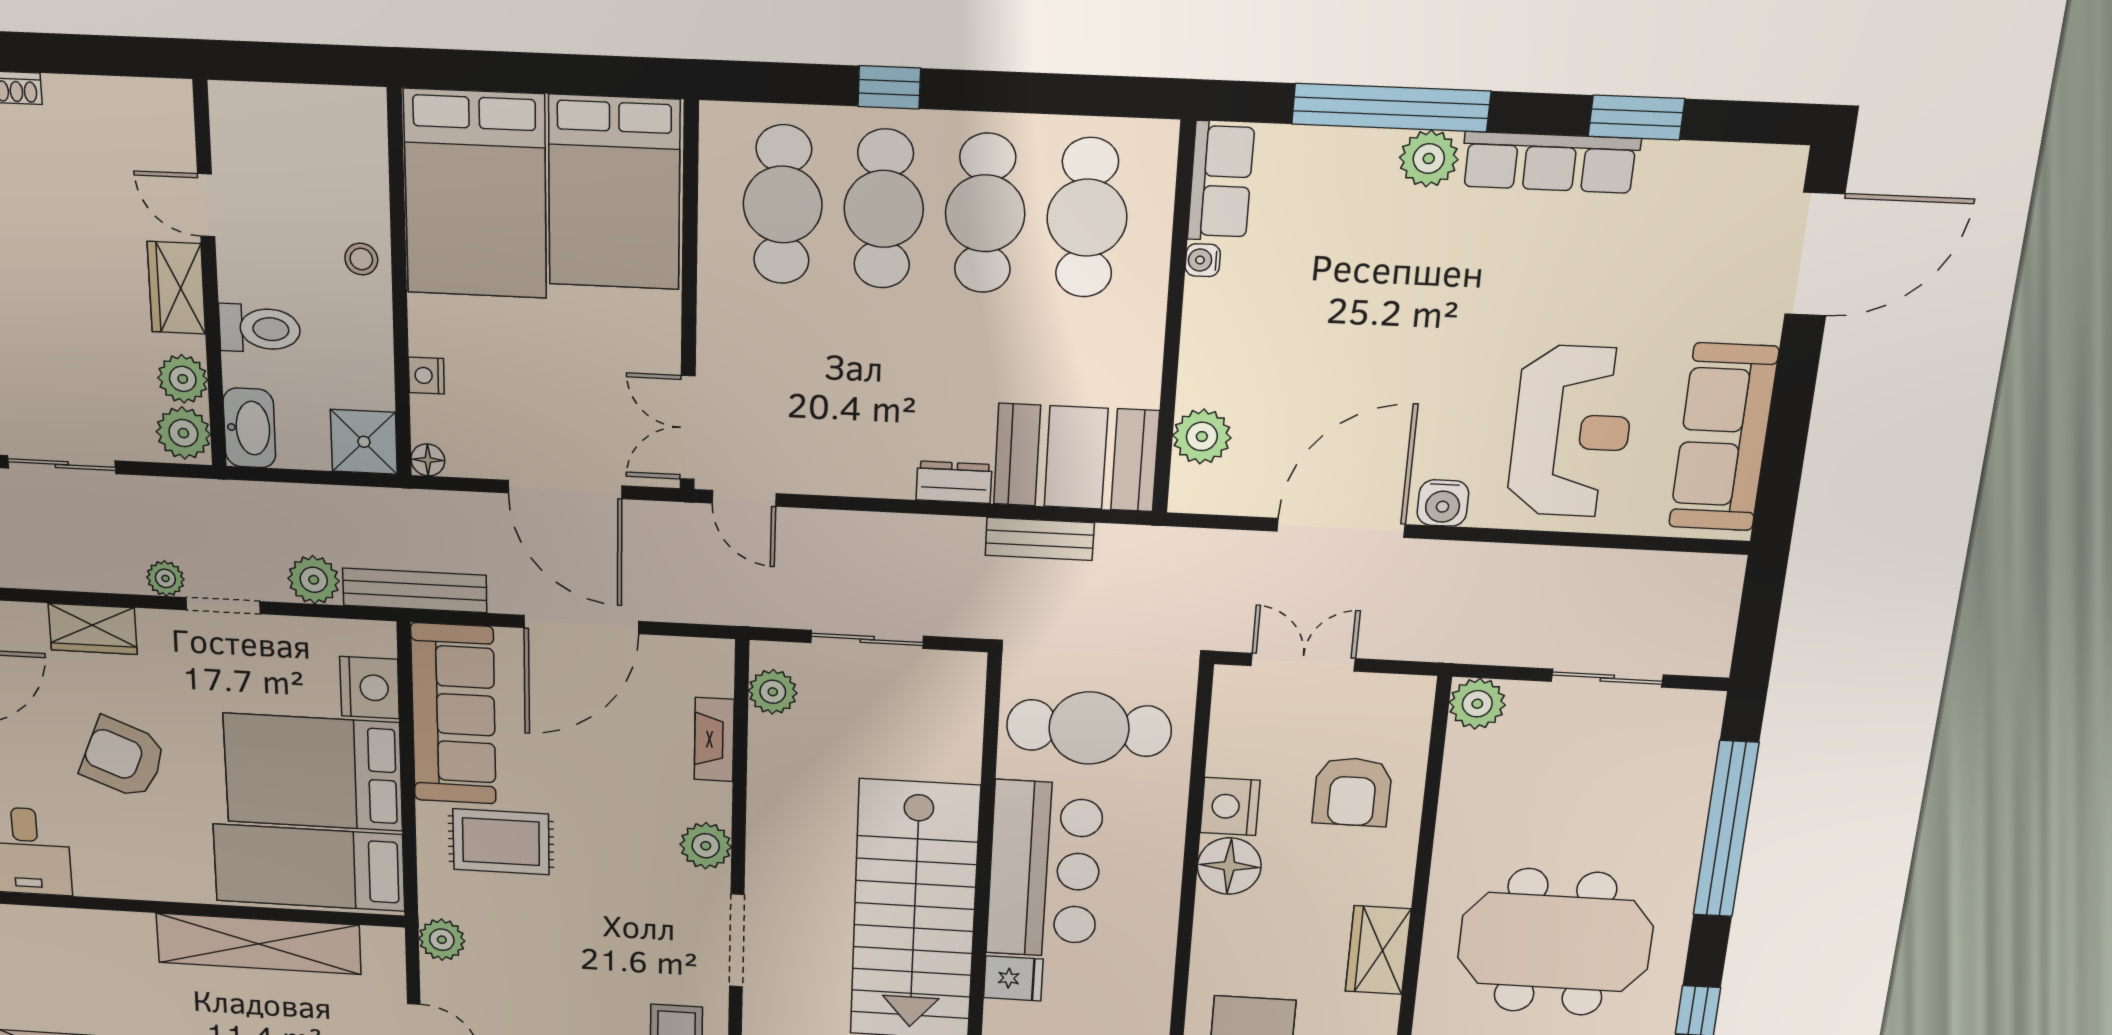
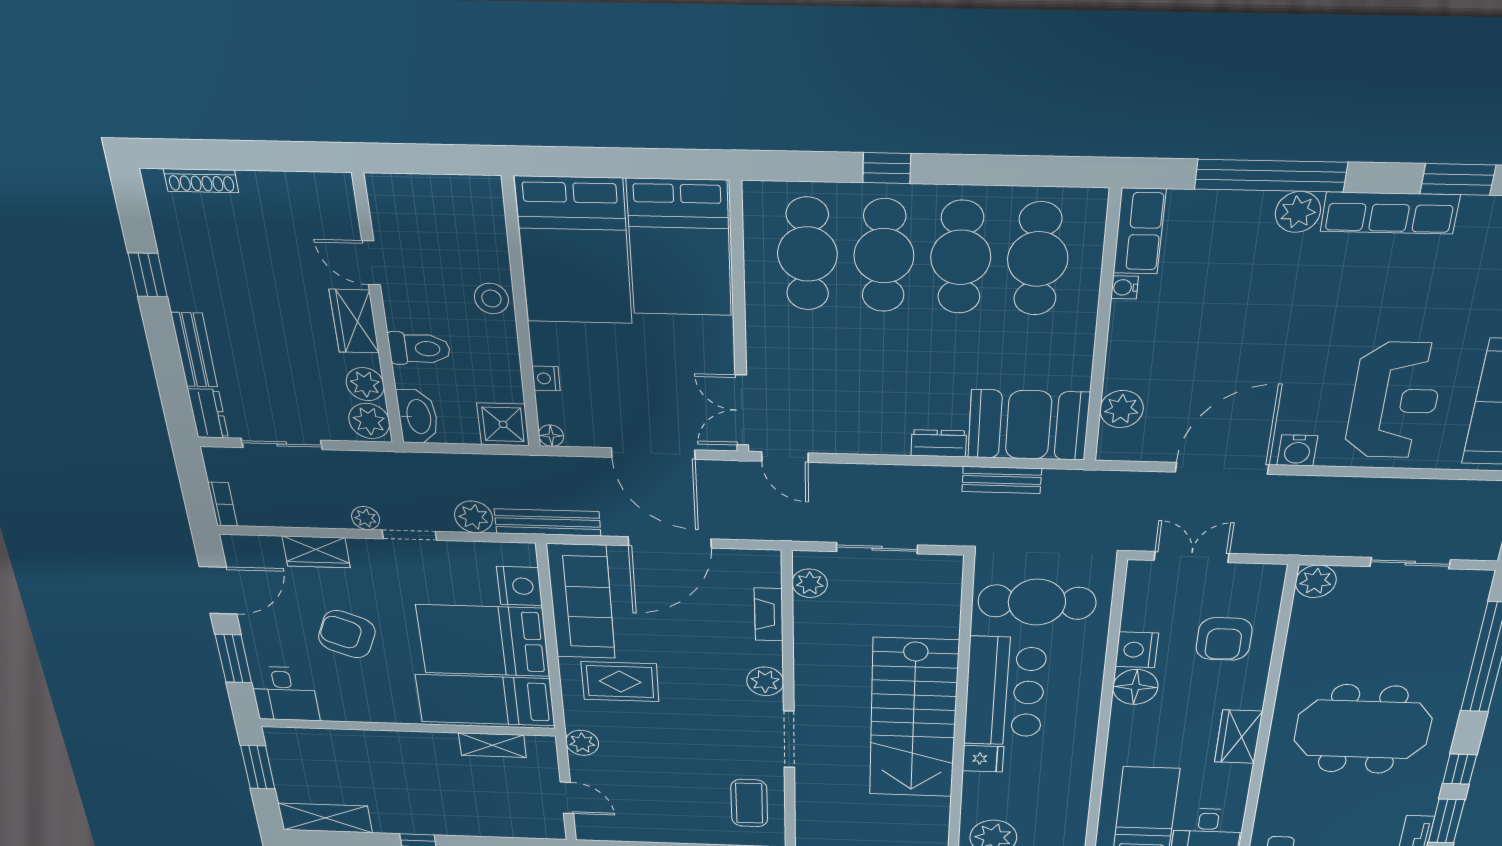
stool: (361, 259) -> (491, 299), width x1.37, depth x1.37
shelving: (259, 944) -> (492, 745), width x0.45, depth x0.75

